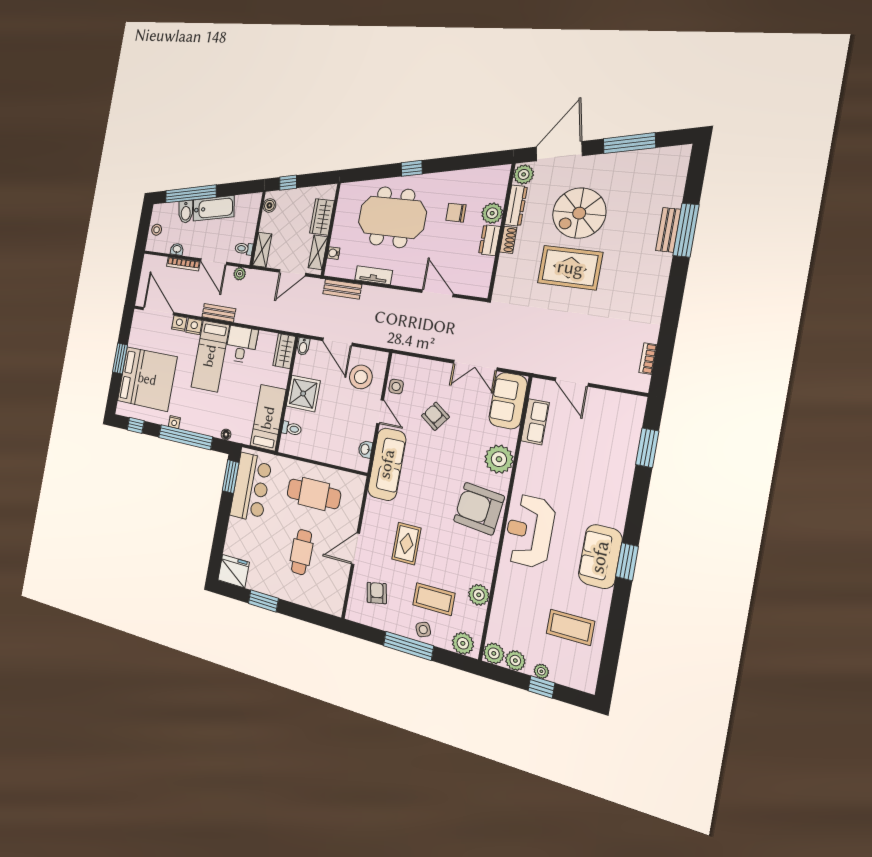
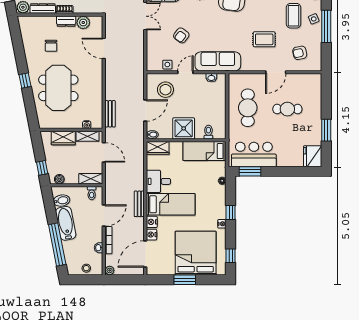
bidet: (186, 212) -> (62, 201), moved
plant: (492, 213) -> (83, 22), moved
plant: (240, 274) -> (110, 270), moved
tv unit: (374, 275) -> (98, 93), removed
door: (437, 293) -> (104, 48), hinge flipped
window: (185, 437) -> (231, 212), width x0.32
door: (355, 549) -> (276, 72), hinge flipped

